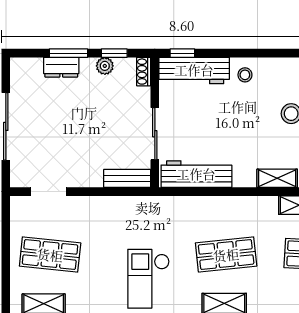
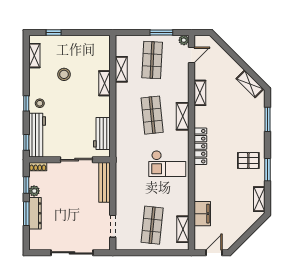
window: (245, 53) -> (26, 103), added
dresser: (61, 67) -> (35, 213), width x1.44
workbench: (196, 174) -> (102, 134), width x0.73
bench: (127, 178) -> (105, 182), width x1.36

